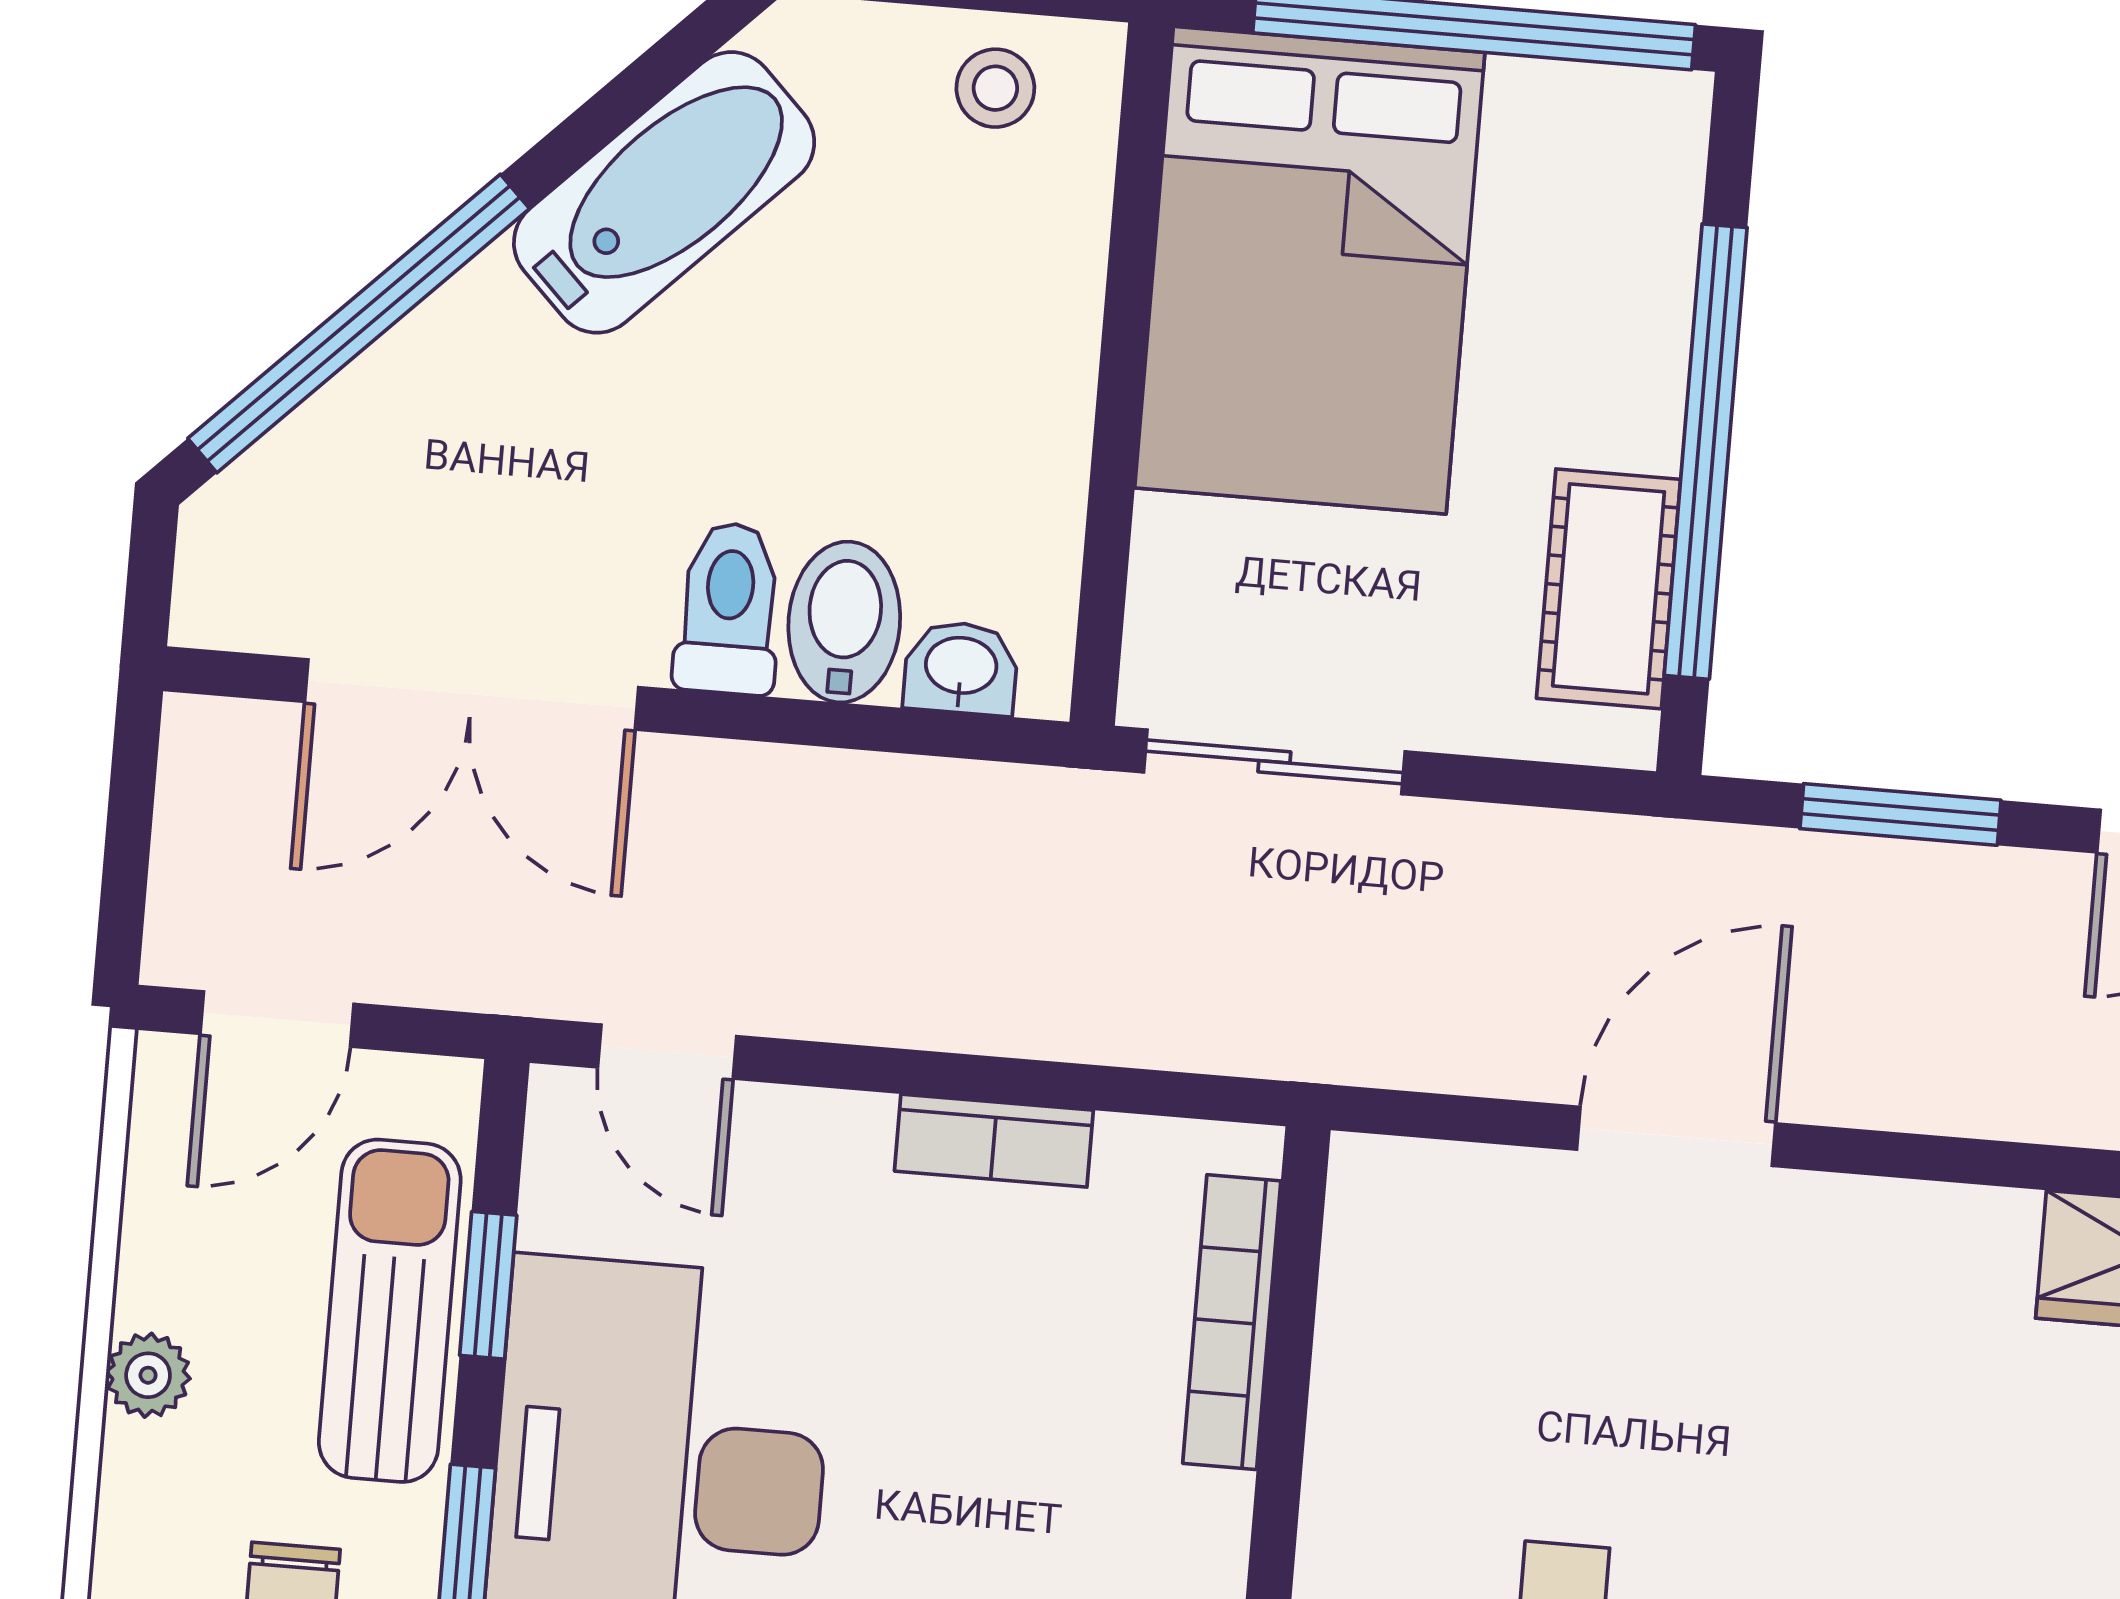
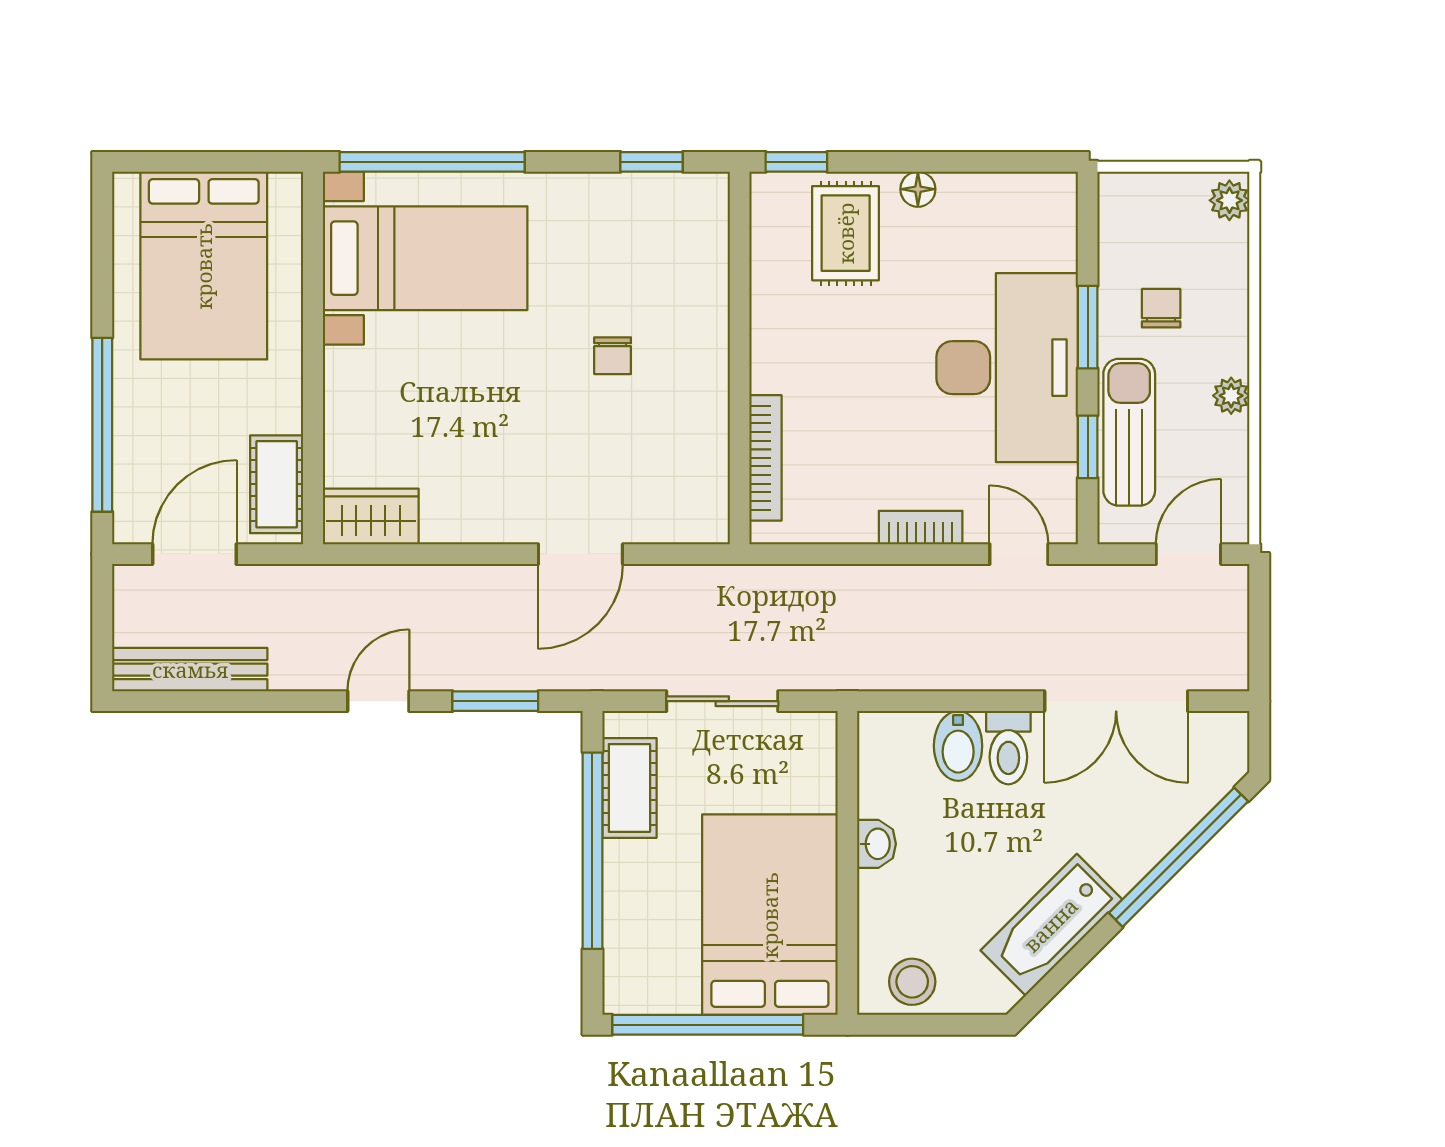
stool: (995, 88) -> (912, 982), width x1.37, depth x1.37
washbasin: (961, 668) -> (877, 844), moved, turned -90
double door: (472, 694) -> (1116, 701), swing flipped
sliding door: (1274, 762) -> (722, 701), moved
bookcase: (994, 1141) -> (921, 528), moved
sun lounger: (390, 1311) -> (1129, 432), turned 180

